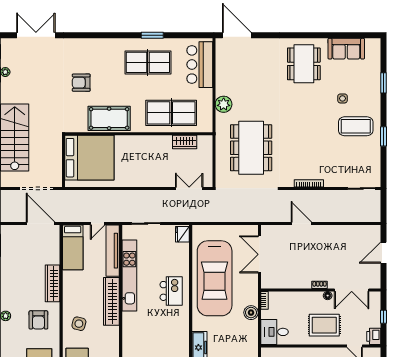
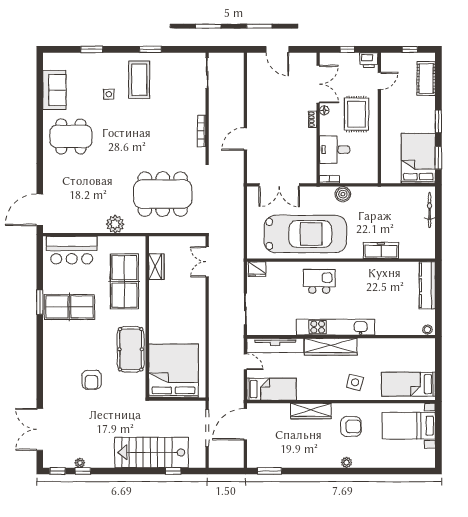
table tennis table: (148, 62) -> (69, 307), turned 90
kitchen unit: (129, 276) -> (336, 327), moved
desk: (274, 332) -> (335, 150), moved, turned 90

